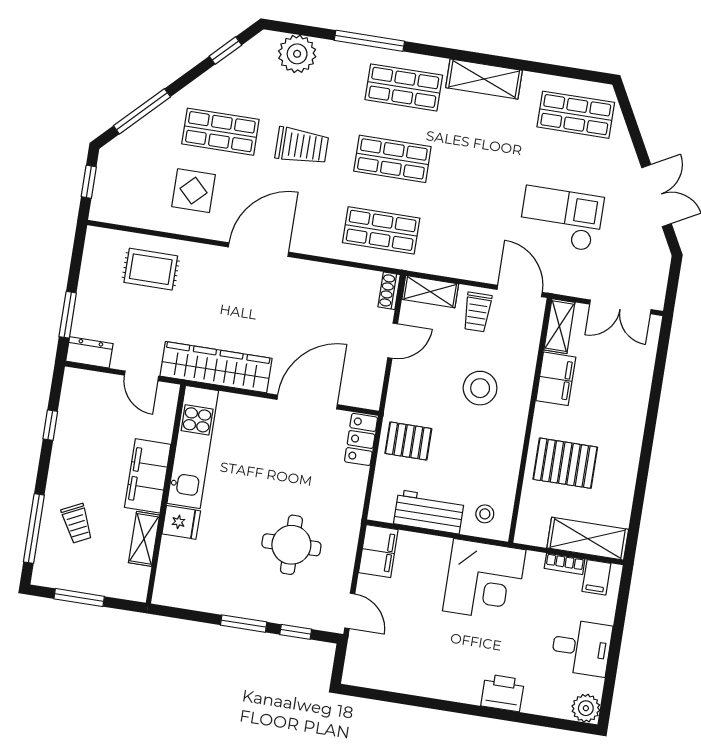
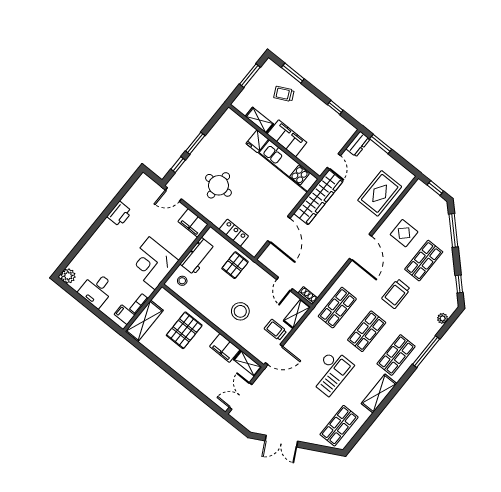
plant: (297, 54) -> (443, 318), width x0.53, depth x0.53
checkout: (561, 219) -> (331, 372), moved
rug: (151, 269) -> (380, 193), width x1.36, depth x1.43
door: (142, 376) -> (334, 161), swing flipped
locker: (361, 439) -> (234, 233), moved
window: (34, 528) -> (293, 73), width x0.69
printer: (503, 693) -> (120, 214), moved

